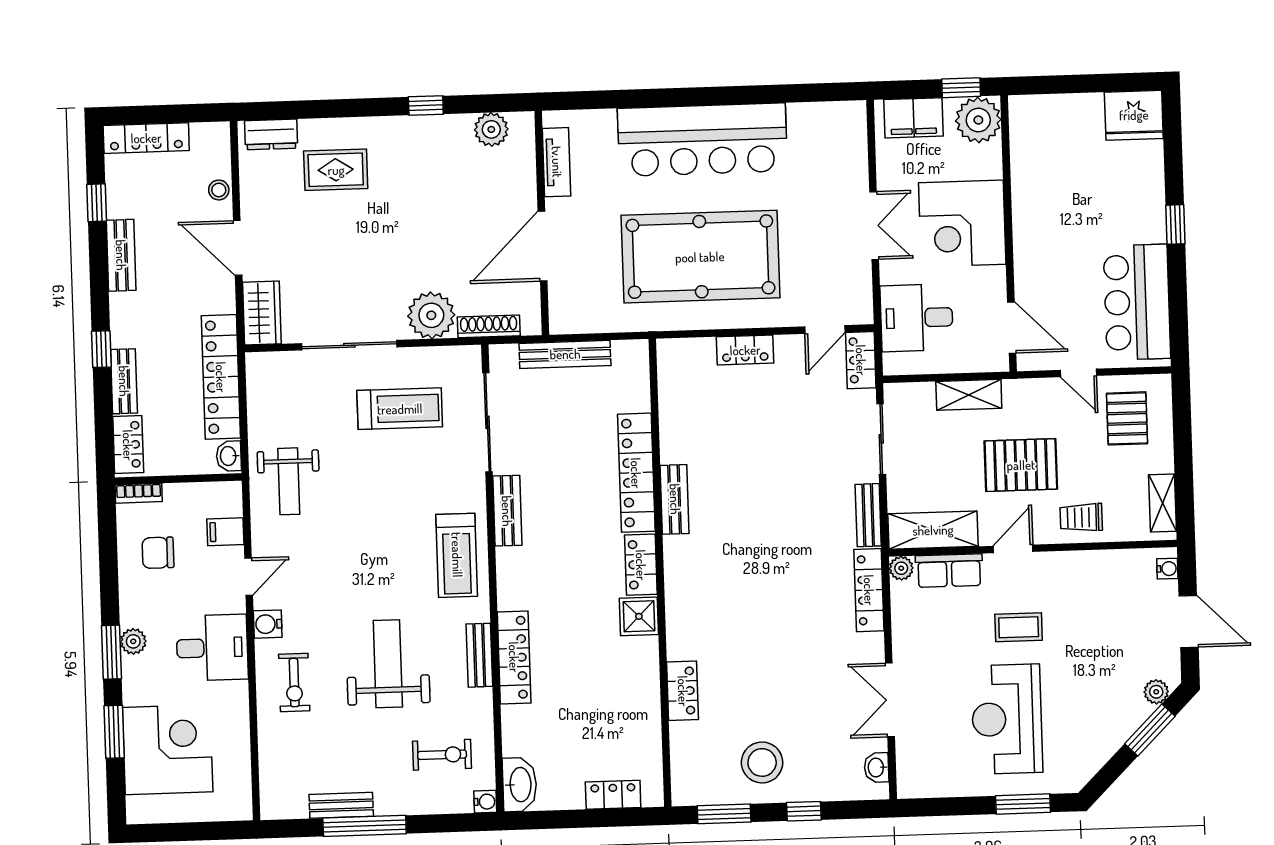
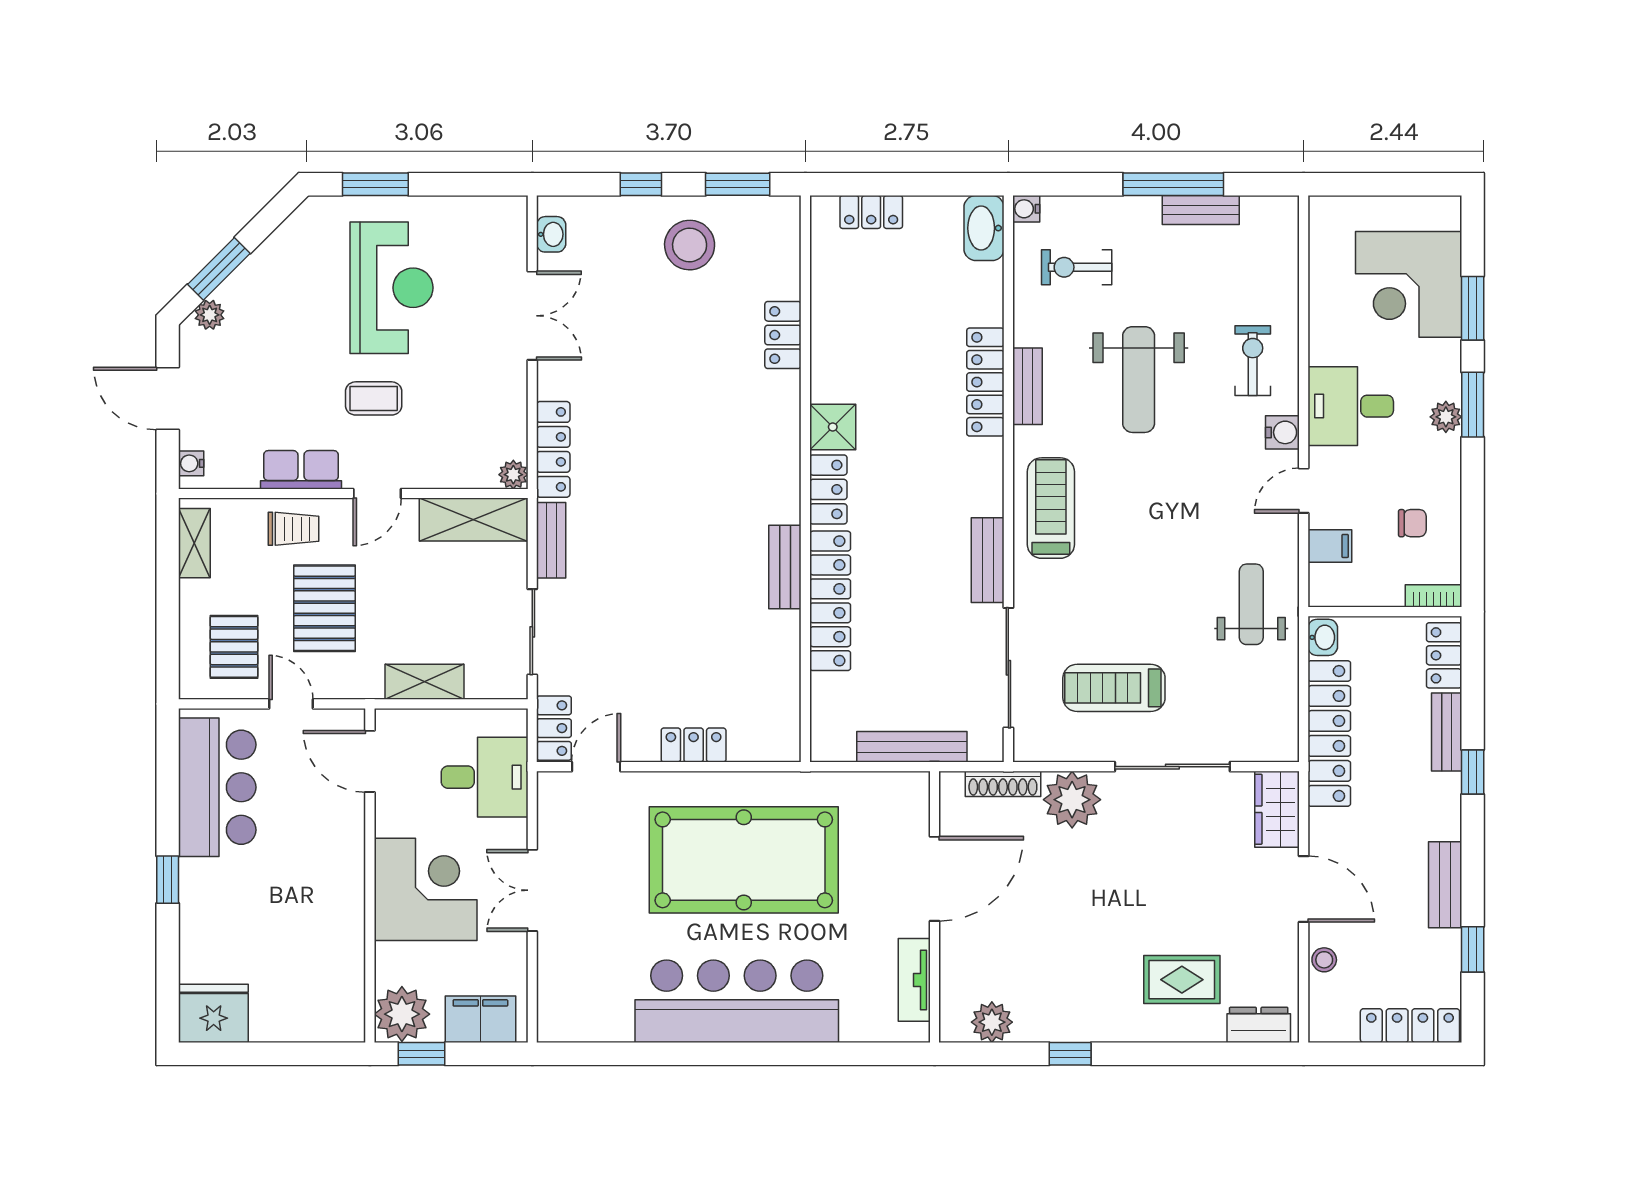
pallet: (1021, 465) -> (324, 608), moved, turned 90
chair: (158, 553) -> (1412, 523), width x0.73, depth x0.73
row of seats: (949, 571) -> (301, 470), moved

